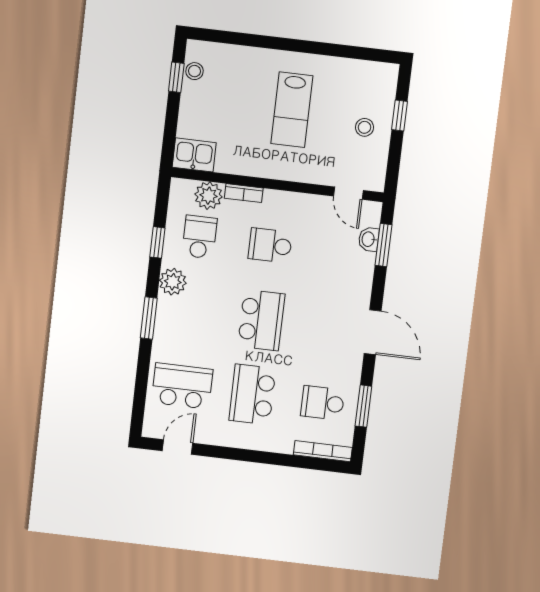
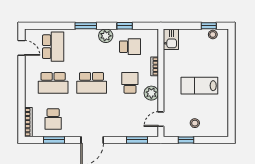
window: (400, 116) -> (186, 140), moved
plant: (209, 196) -> (151, 93), moved
washbasin: (369, 239) -> (139, 132), removed
school desk: (252, 394) -> (53, 83), turned 180
school desk: (323, 403) -> (53, 119), turned 180

